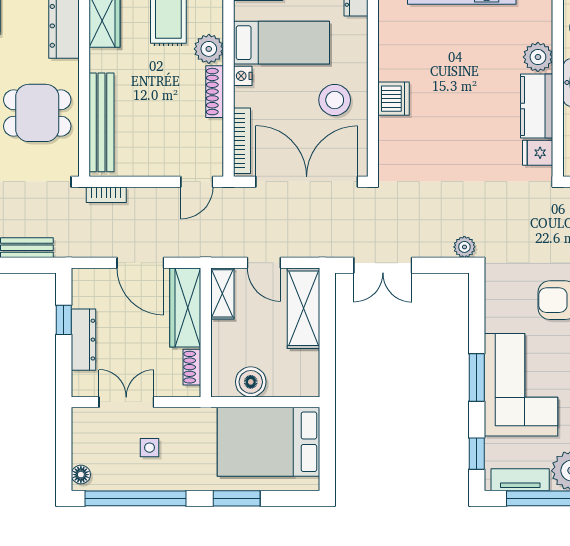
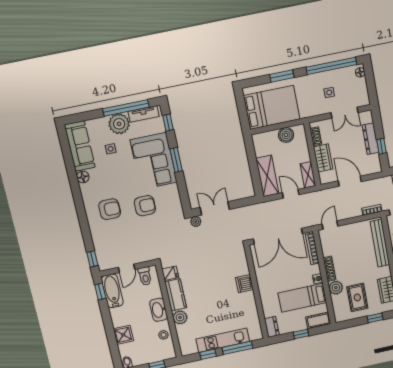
stool: (335, 100) -> (272, 277), removed
double door: (383, 265) -> (215, 208), moved
wardrobe: (185, 307) -> (323, 158), width x0.67

